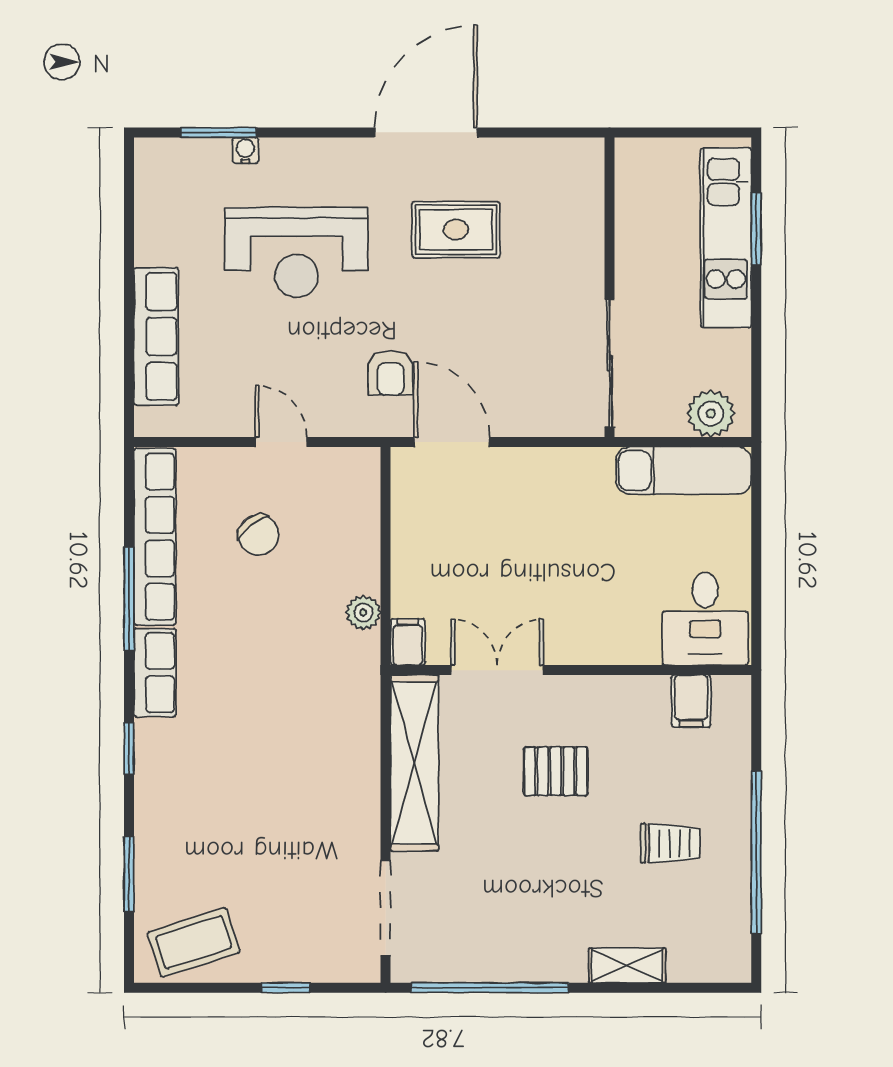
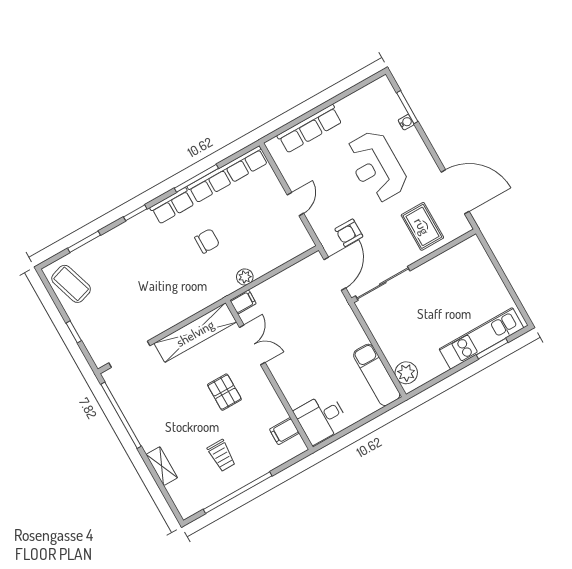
wall: (610, 287) -> (414, 266), moved
sliding door: (610, 363) -> (383, 283), moved
chair: (259, 535) -> (207, 241), moved, turned -143

